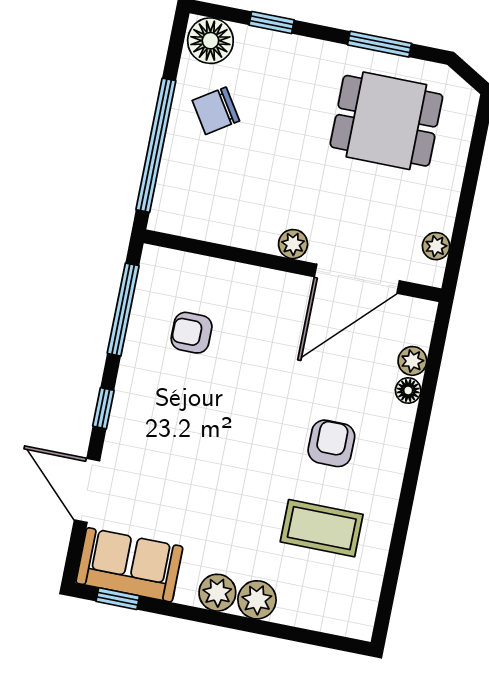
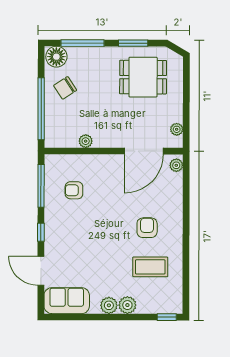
window: (272, 23) -> (82, 43), width x2.17
plant: (293, 244) -> (86, 141), moved
plant: (412, 361) -> (176, 165), moved
floor lamp: (408, 390) -> (177, 197), removed
window: (118, 599) -> (167, 317), moved

